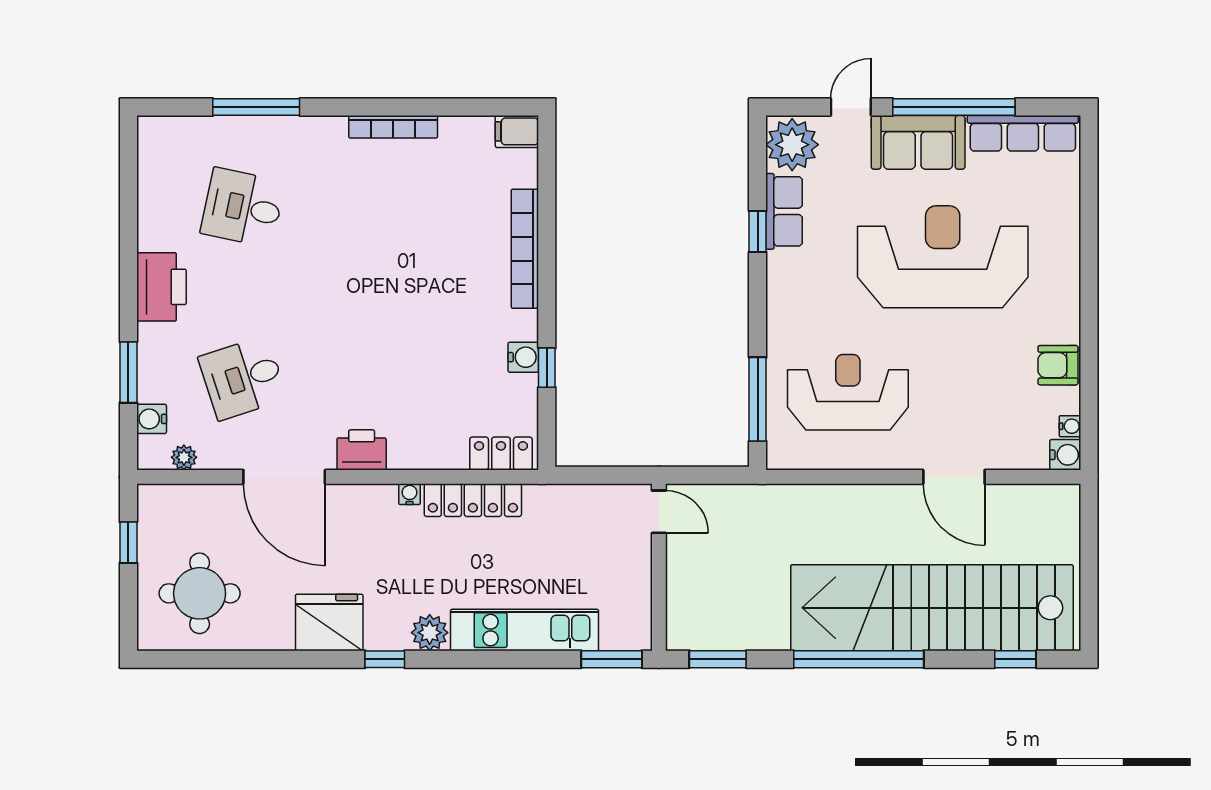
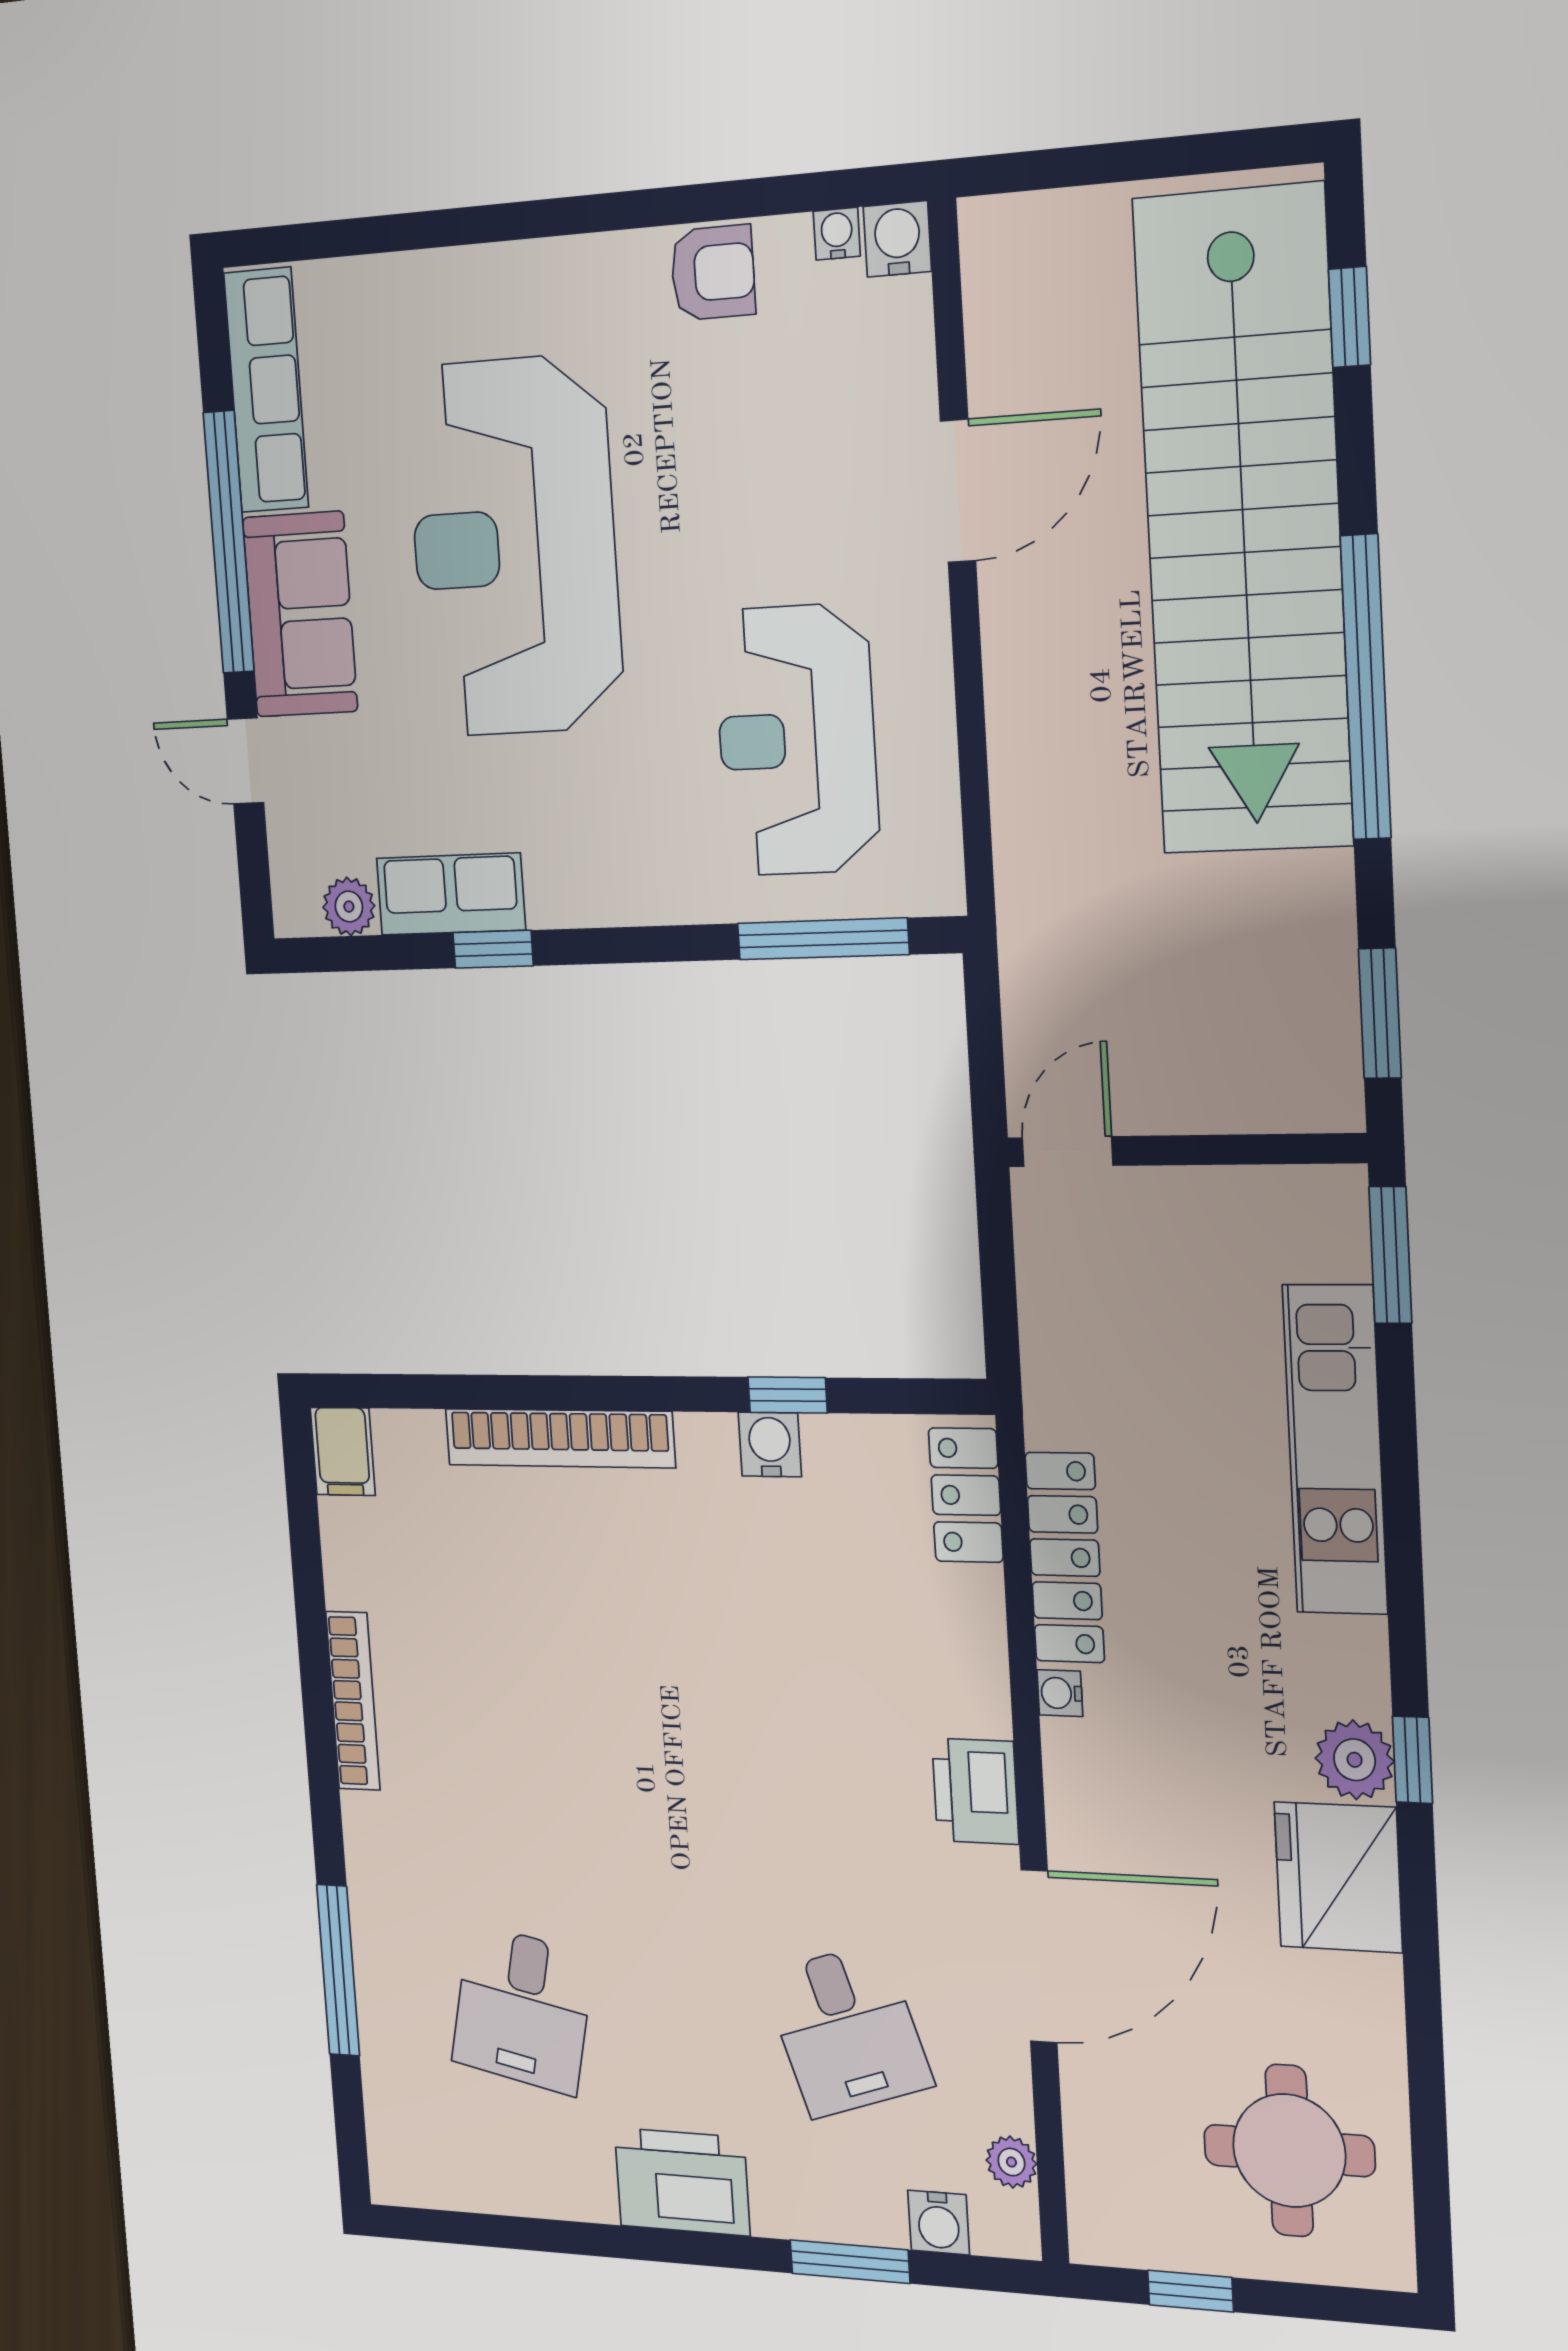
plant: (792, 145) -> (349, 907), width x0.53, depth x0.53
armchair: (1058, 365) -> (713, 273), turned -90
plant: (430, 633) -> (1355, 1760), moved

